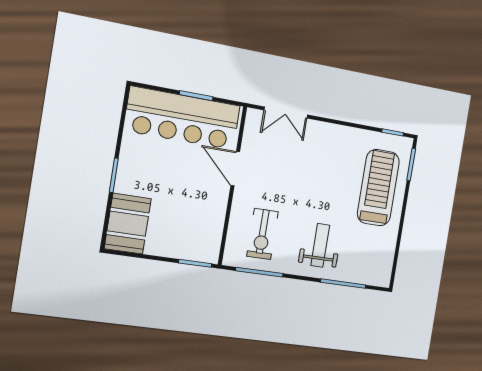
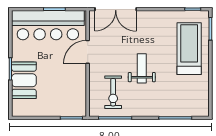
double door: (286, 112) -> (116, 9), width x1.37
door: (235, 169) -> (88, 52), hinge flipped
booth: (128, 224) -> (24, 80), moved
weight bench: (320, 245) -> (142, 68), moved

